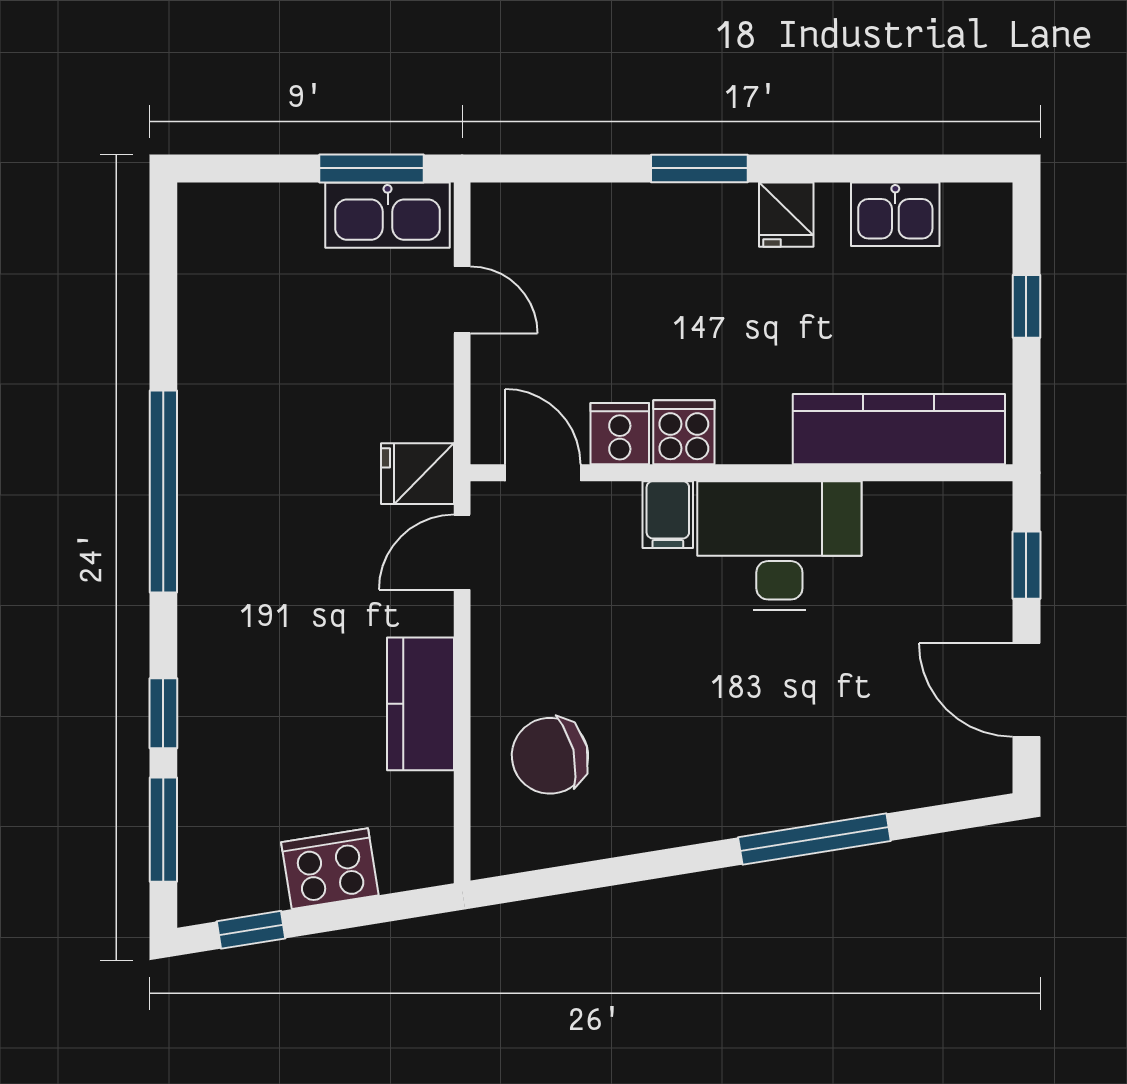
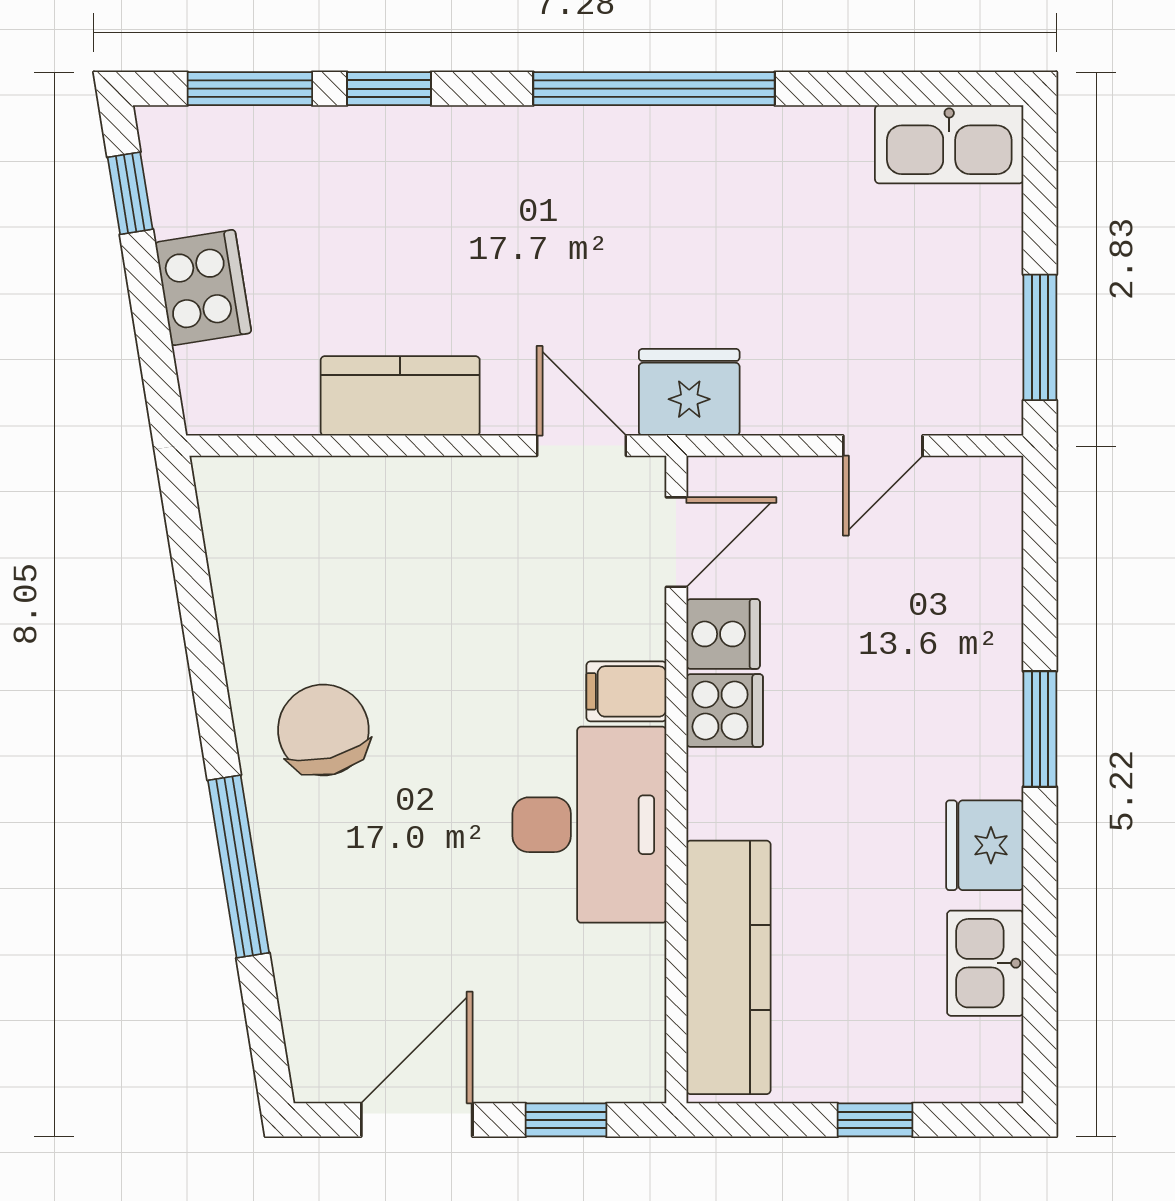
kitchen sink: (388, 215) -> (949, 144), moved, turned -90
fridge: (786, 215) -> (985, 845), width x1.38
fridge: (417, 474) -> (689, 392), width x1.38
chair: (550, 756) -> (323, 730), moved

